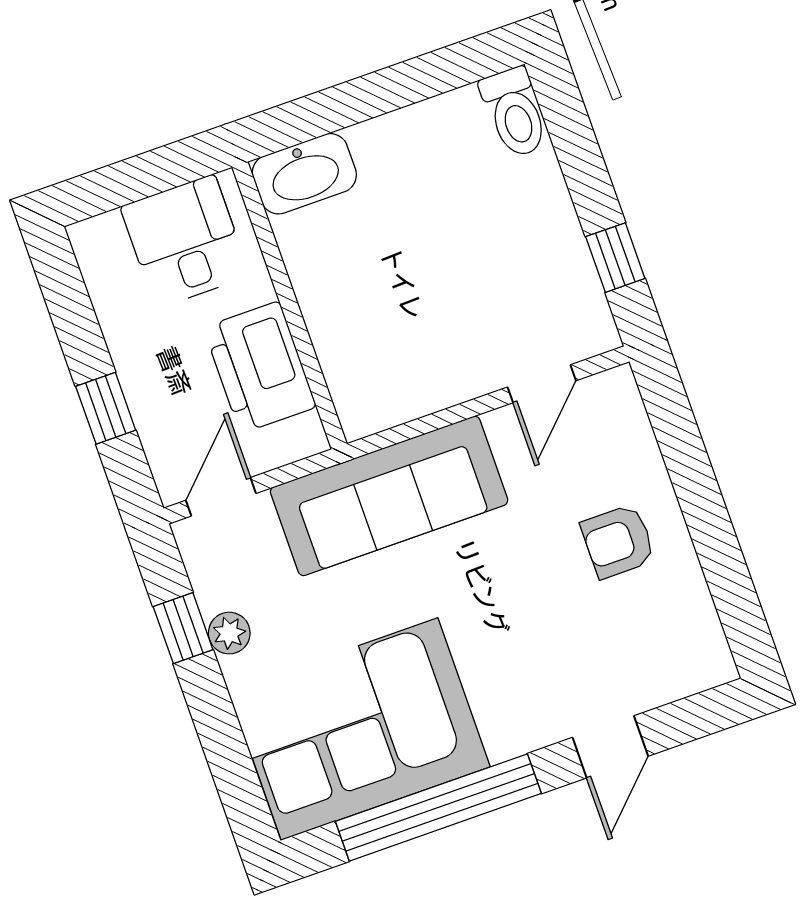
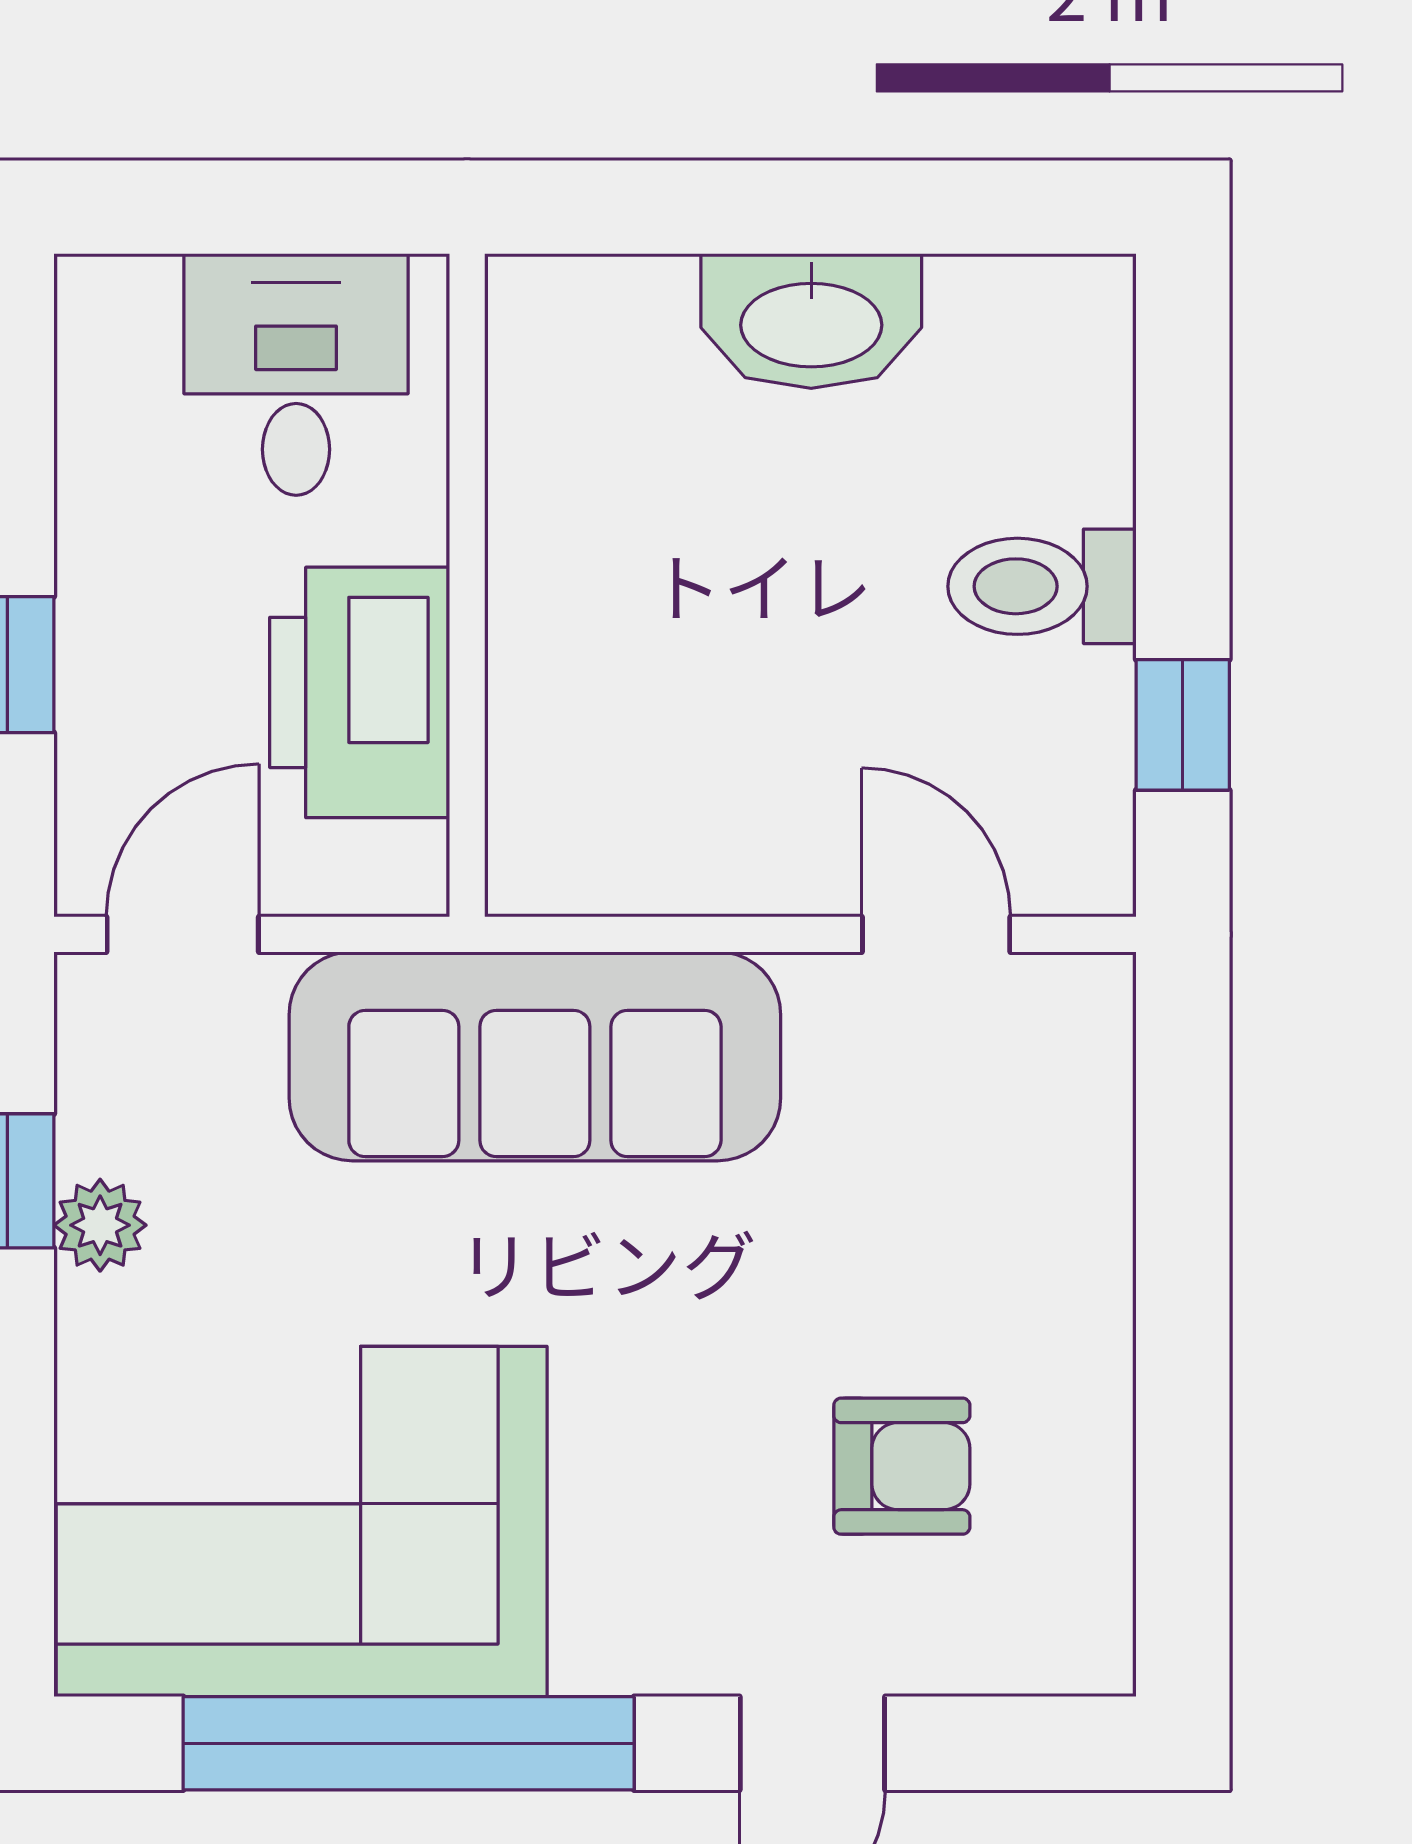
toilet: (515, 113) -> (1042, 586), moved, turned 90
washbasin: (304, 174) -> (811, 321), moved
door: (542, 384) -> (936, 934), swing flipped
armchair: (618, 541) -> (902, 1466), moved, turned 180

